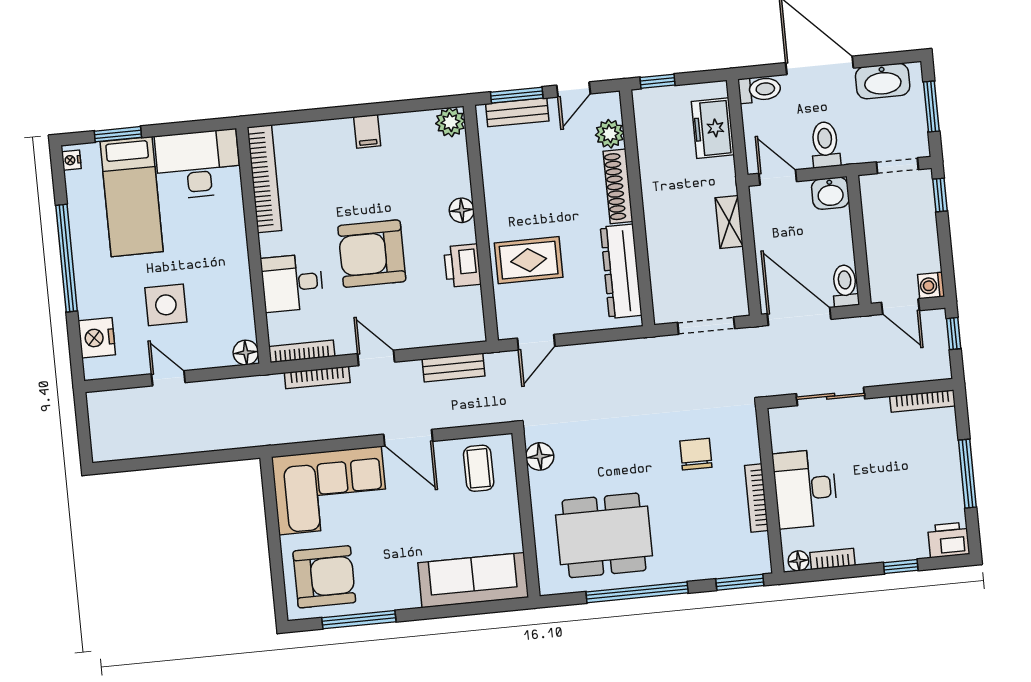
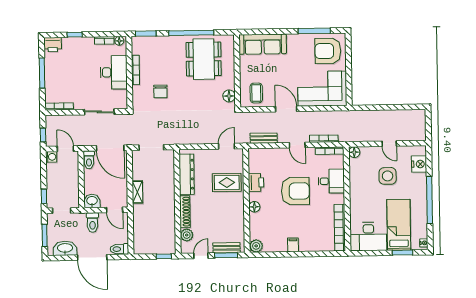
freezer: (713, 128) -> (141, 234), removed
dining table: (604, 535) -> (204, 59), turned 90

